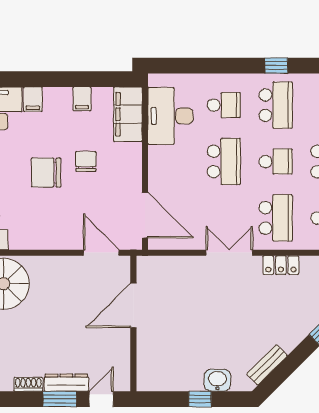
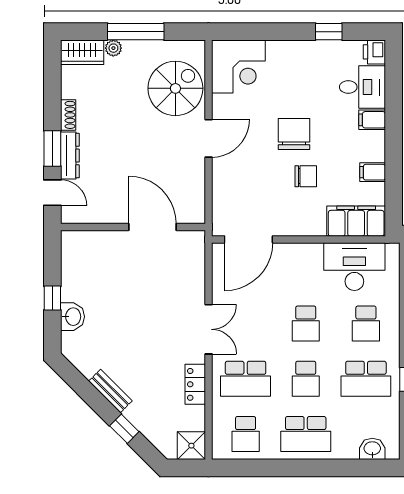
school desk: (224, 162) -> (306, 323), width x0.54
door: (101, 253) -> (209, 138), moved
bench: (267, 365) -> (110, 391), moved

